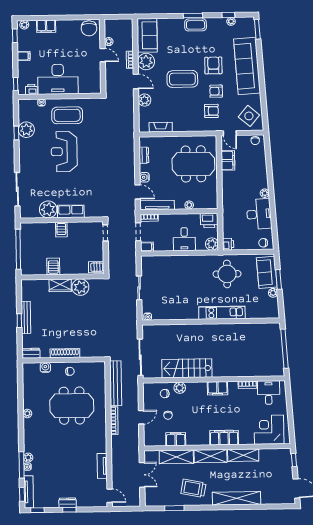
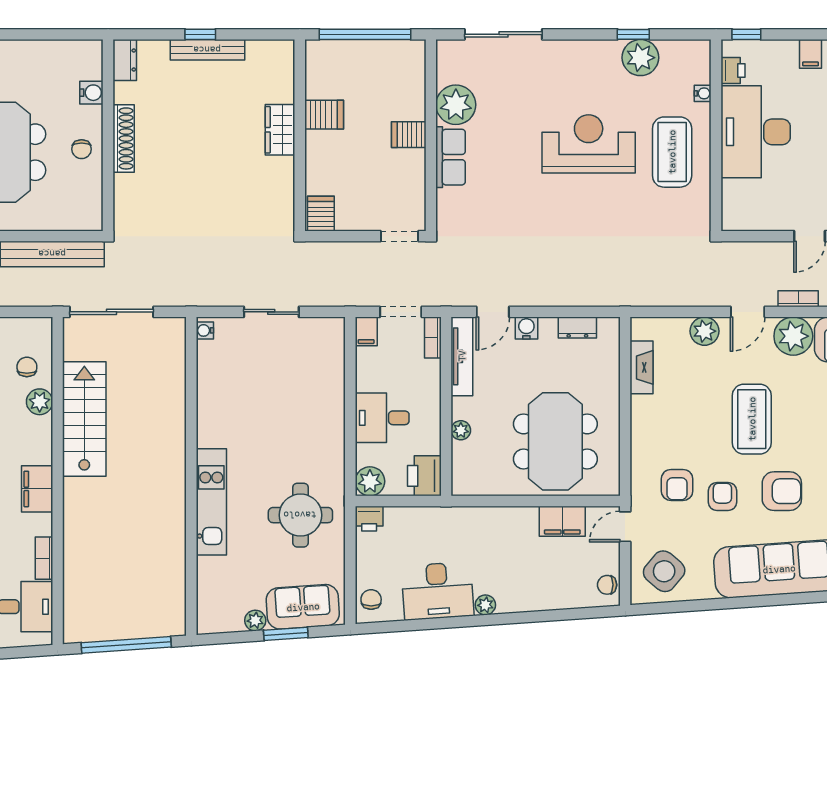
plant: (80, 287) -> (275, 176), removed

